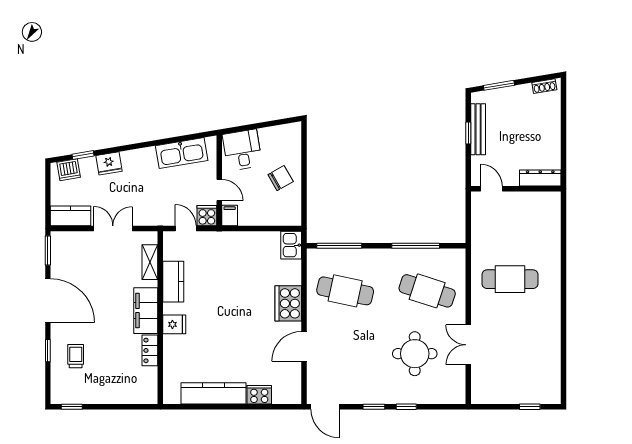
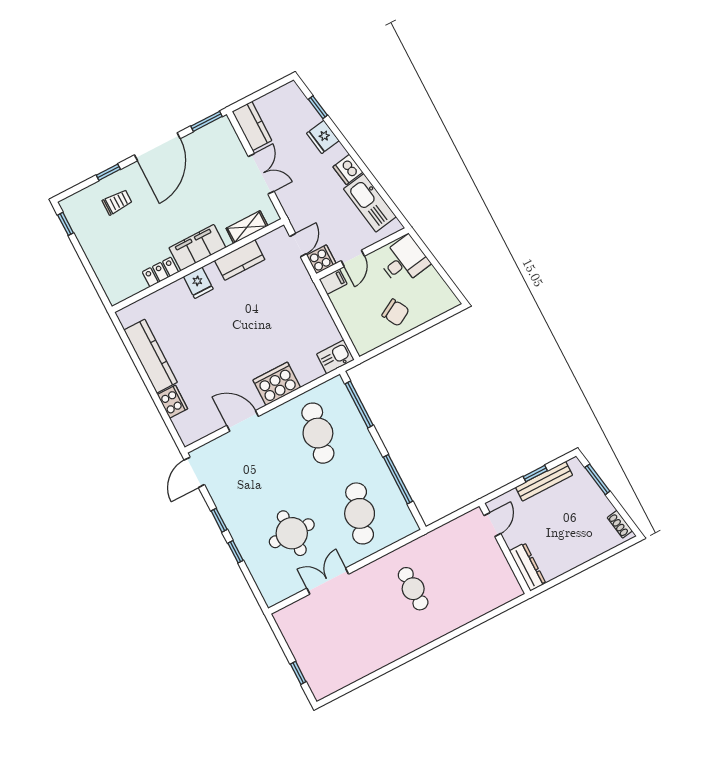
dishwasher: (69, 170) -> (348, 169), moved
cafe table: (510, 279) -> (413, 589), width x0.73, depth x0.74

